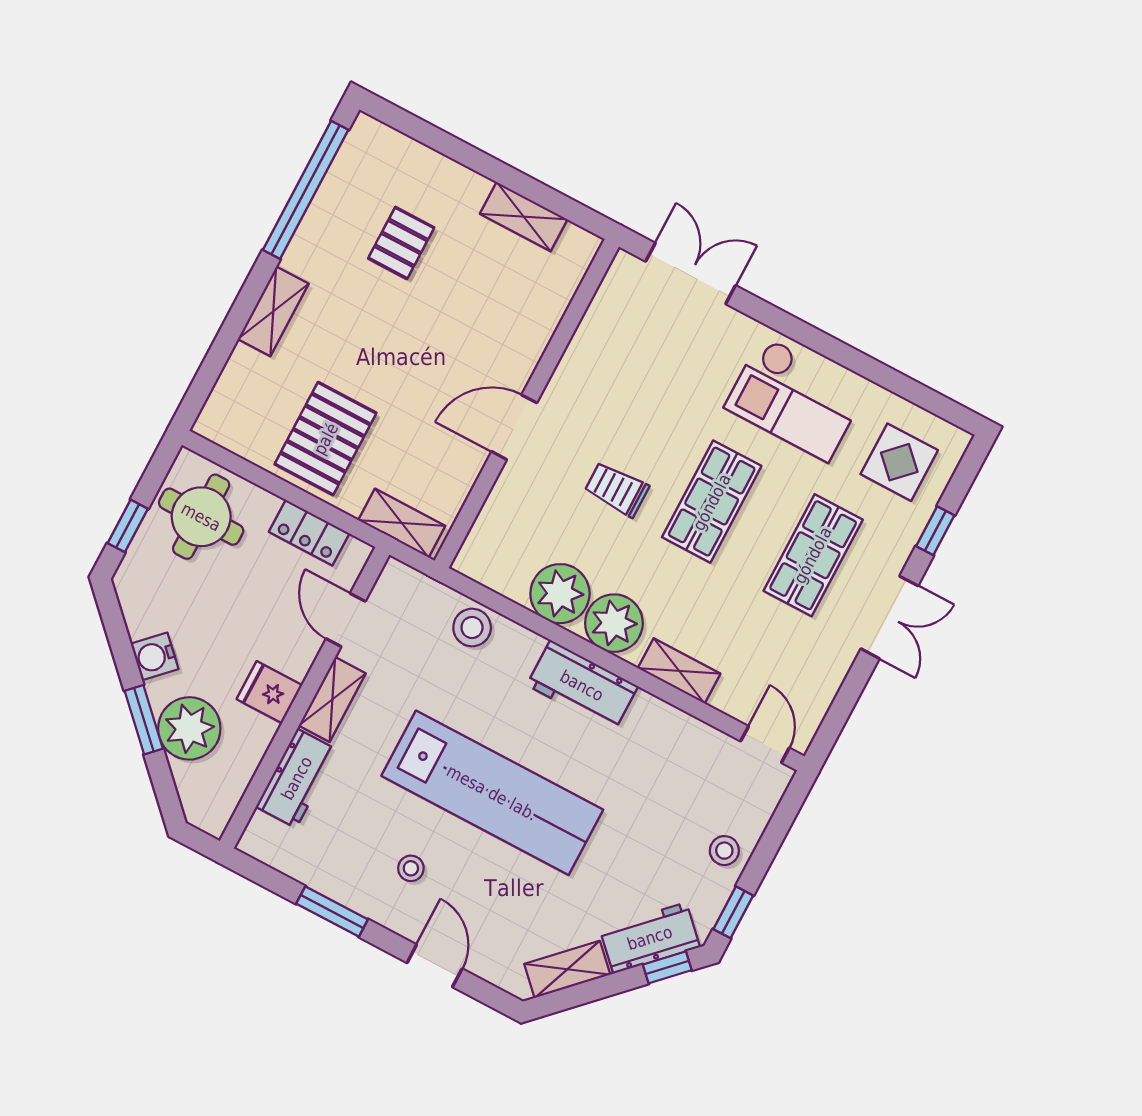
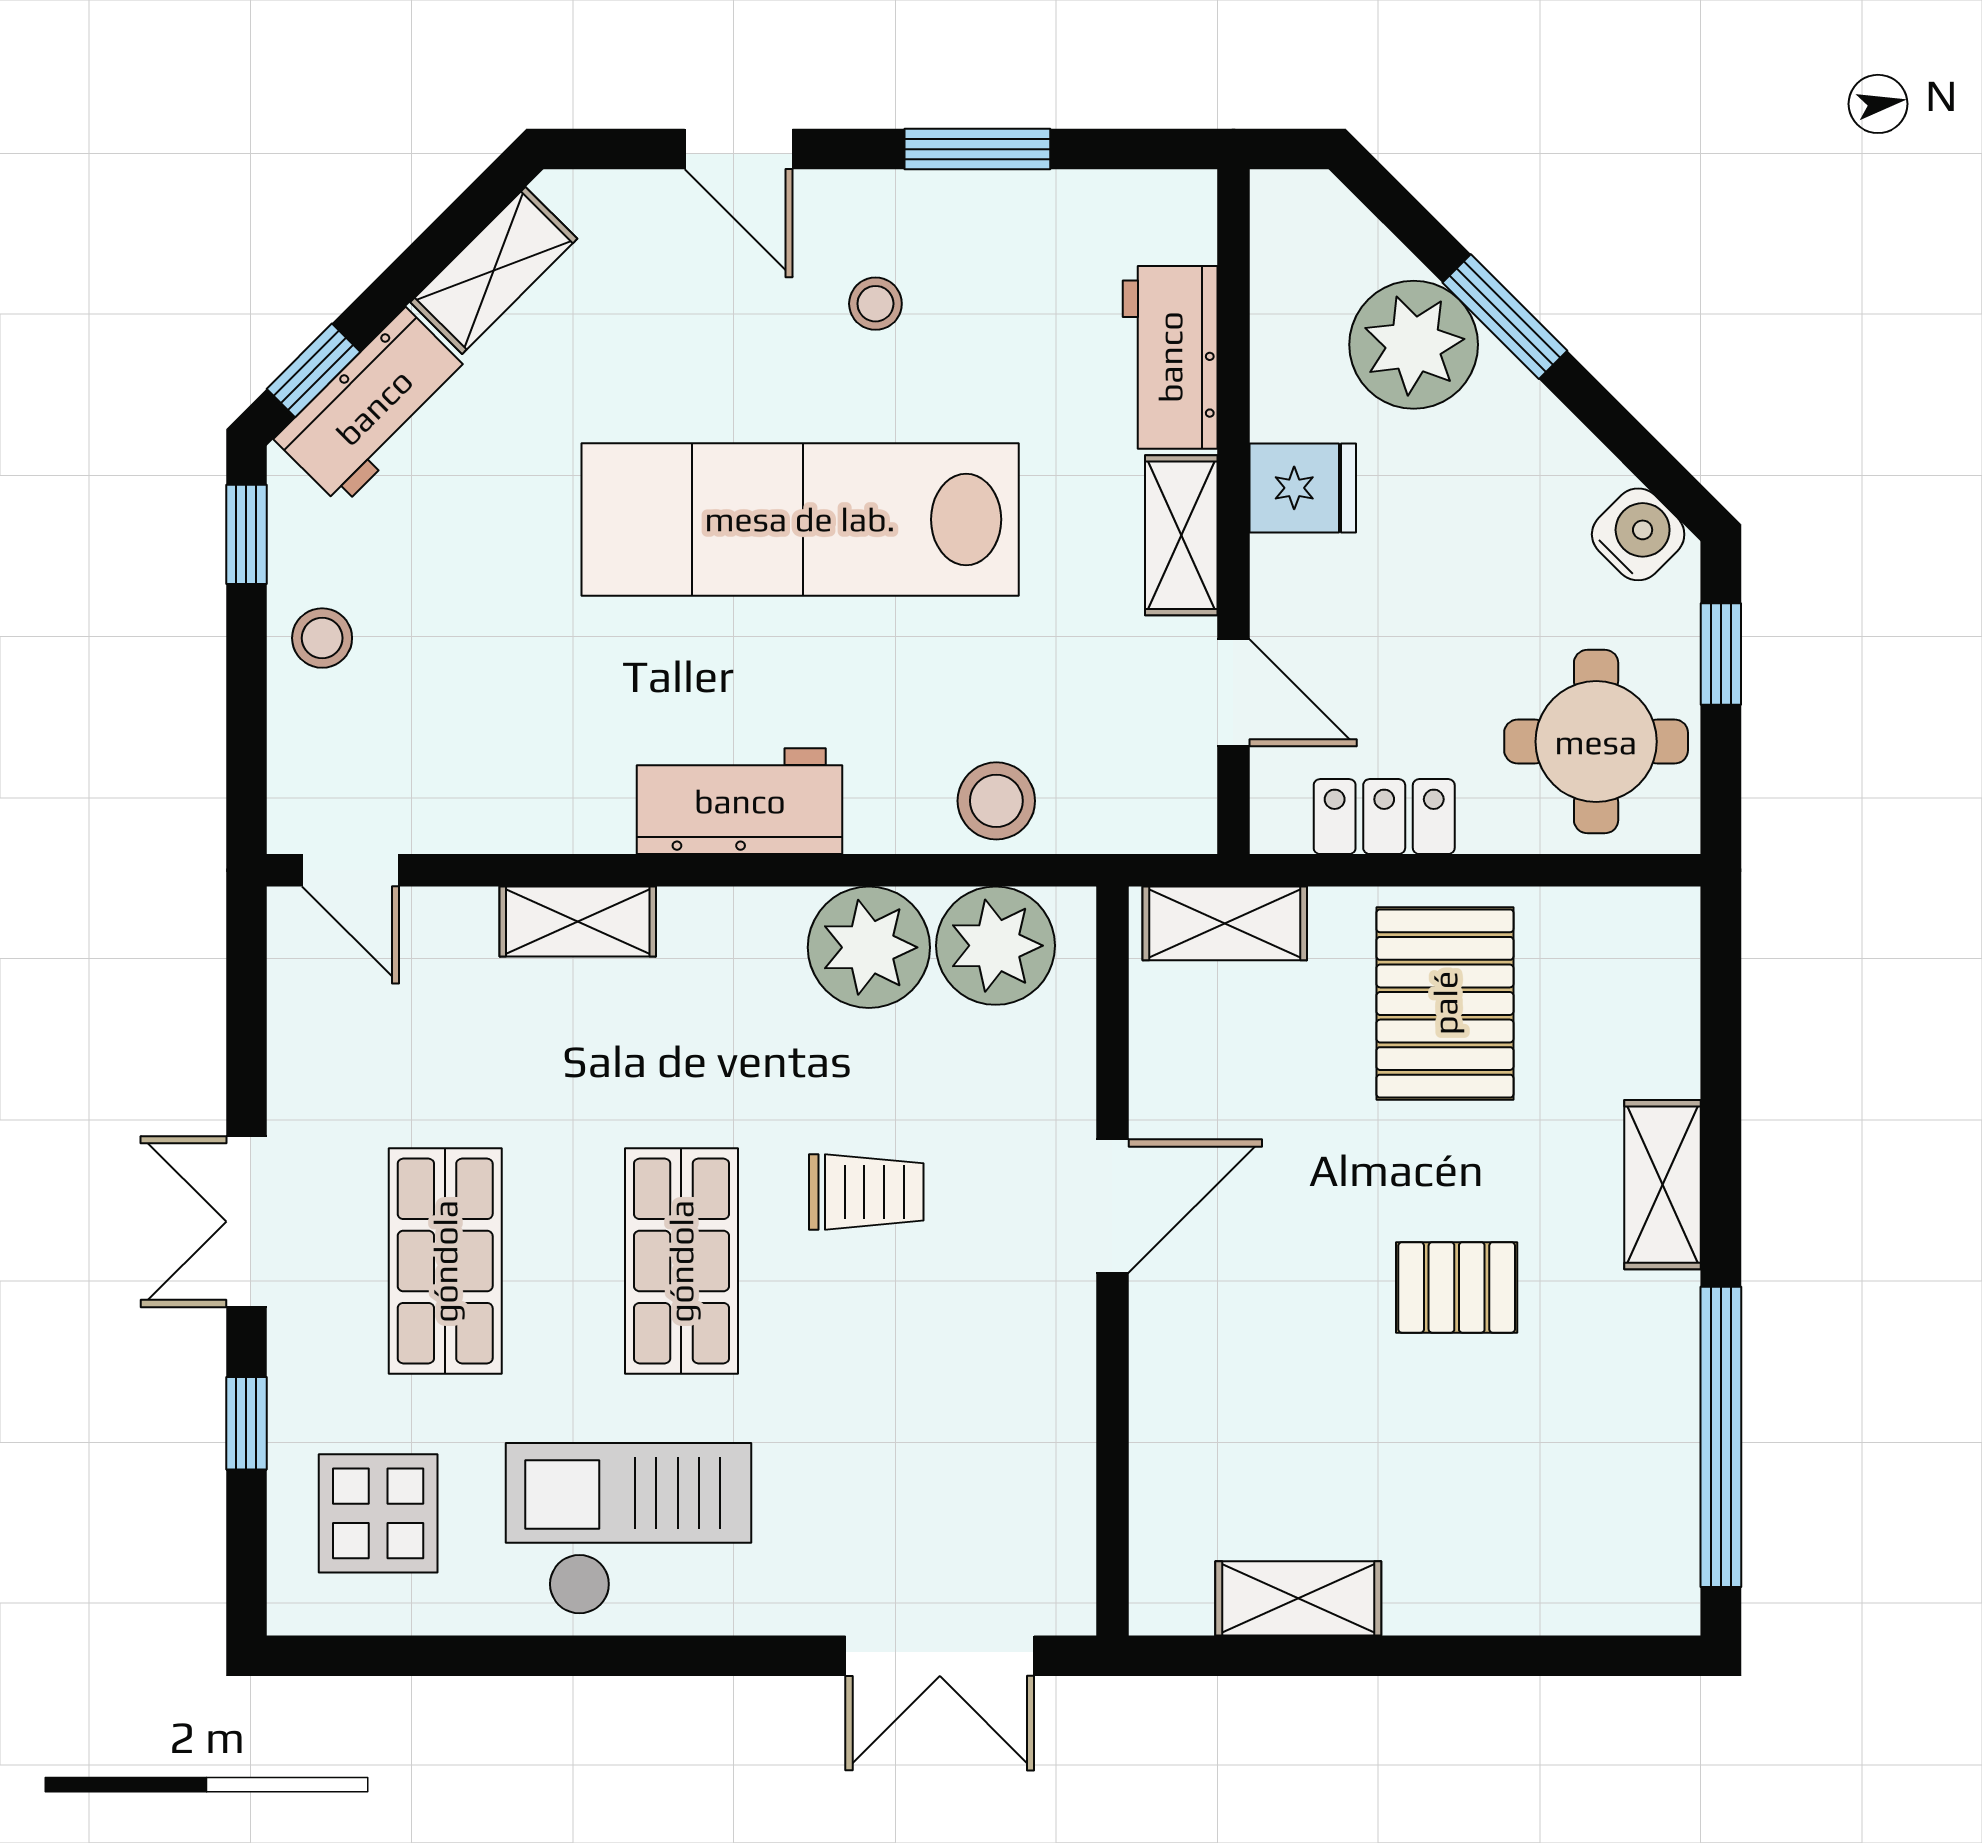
pallet: (401, 243) -> (1457, 1287), moved, turned 90
plant: (614, 623) -> (996, 946), moved
water cooler: (155, 656) -> (1638, 534), moved

